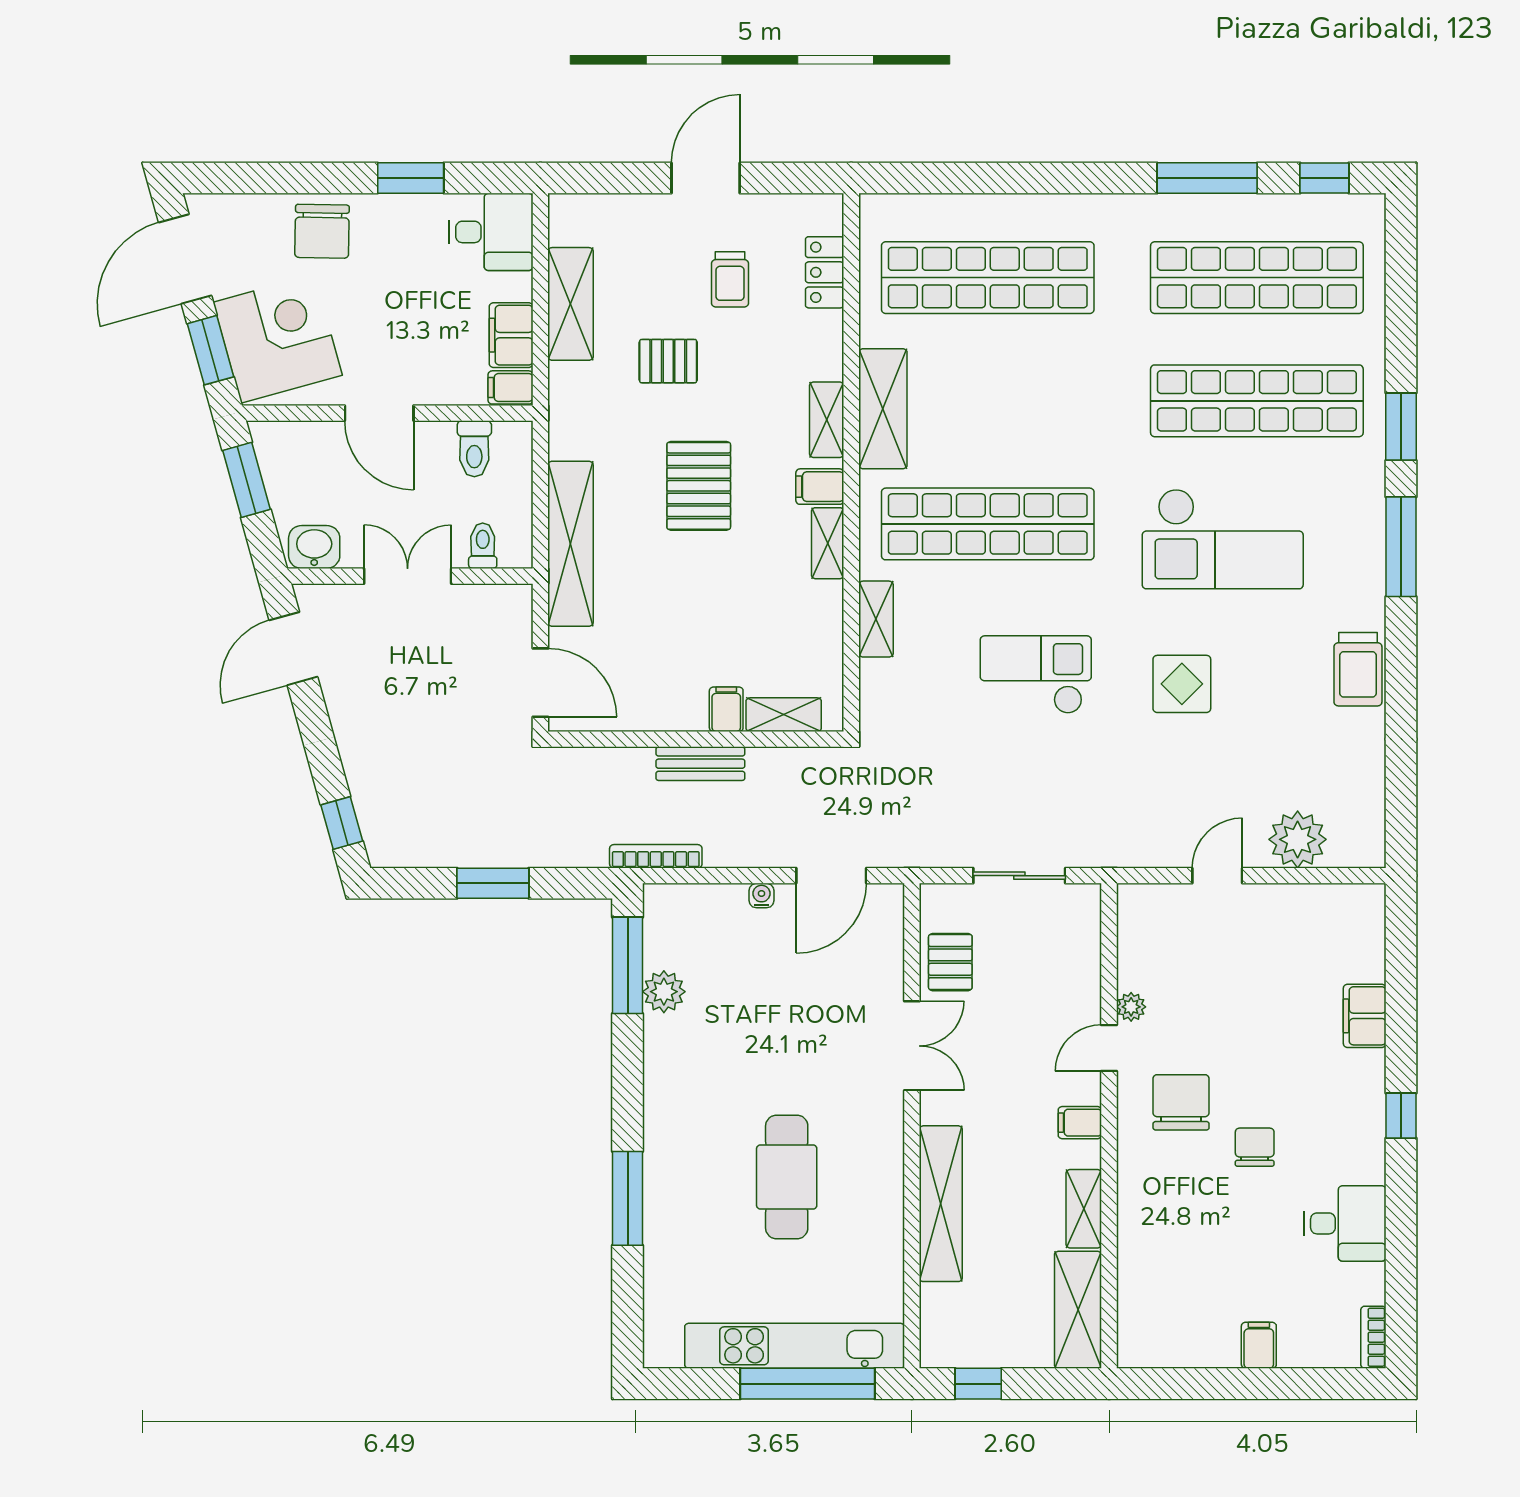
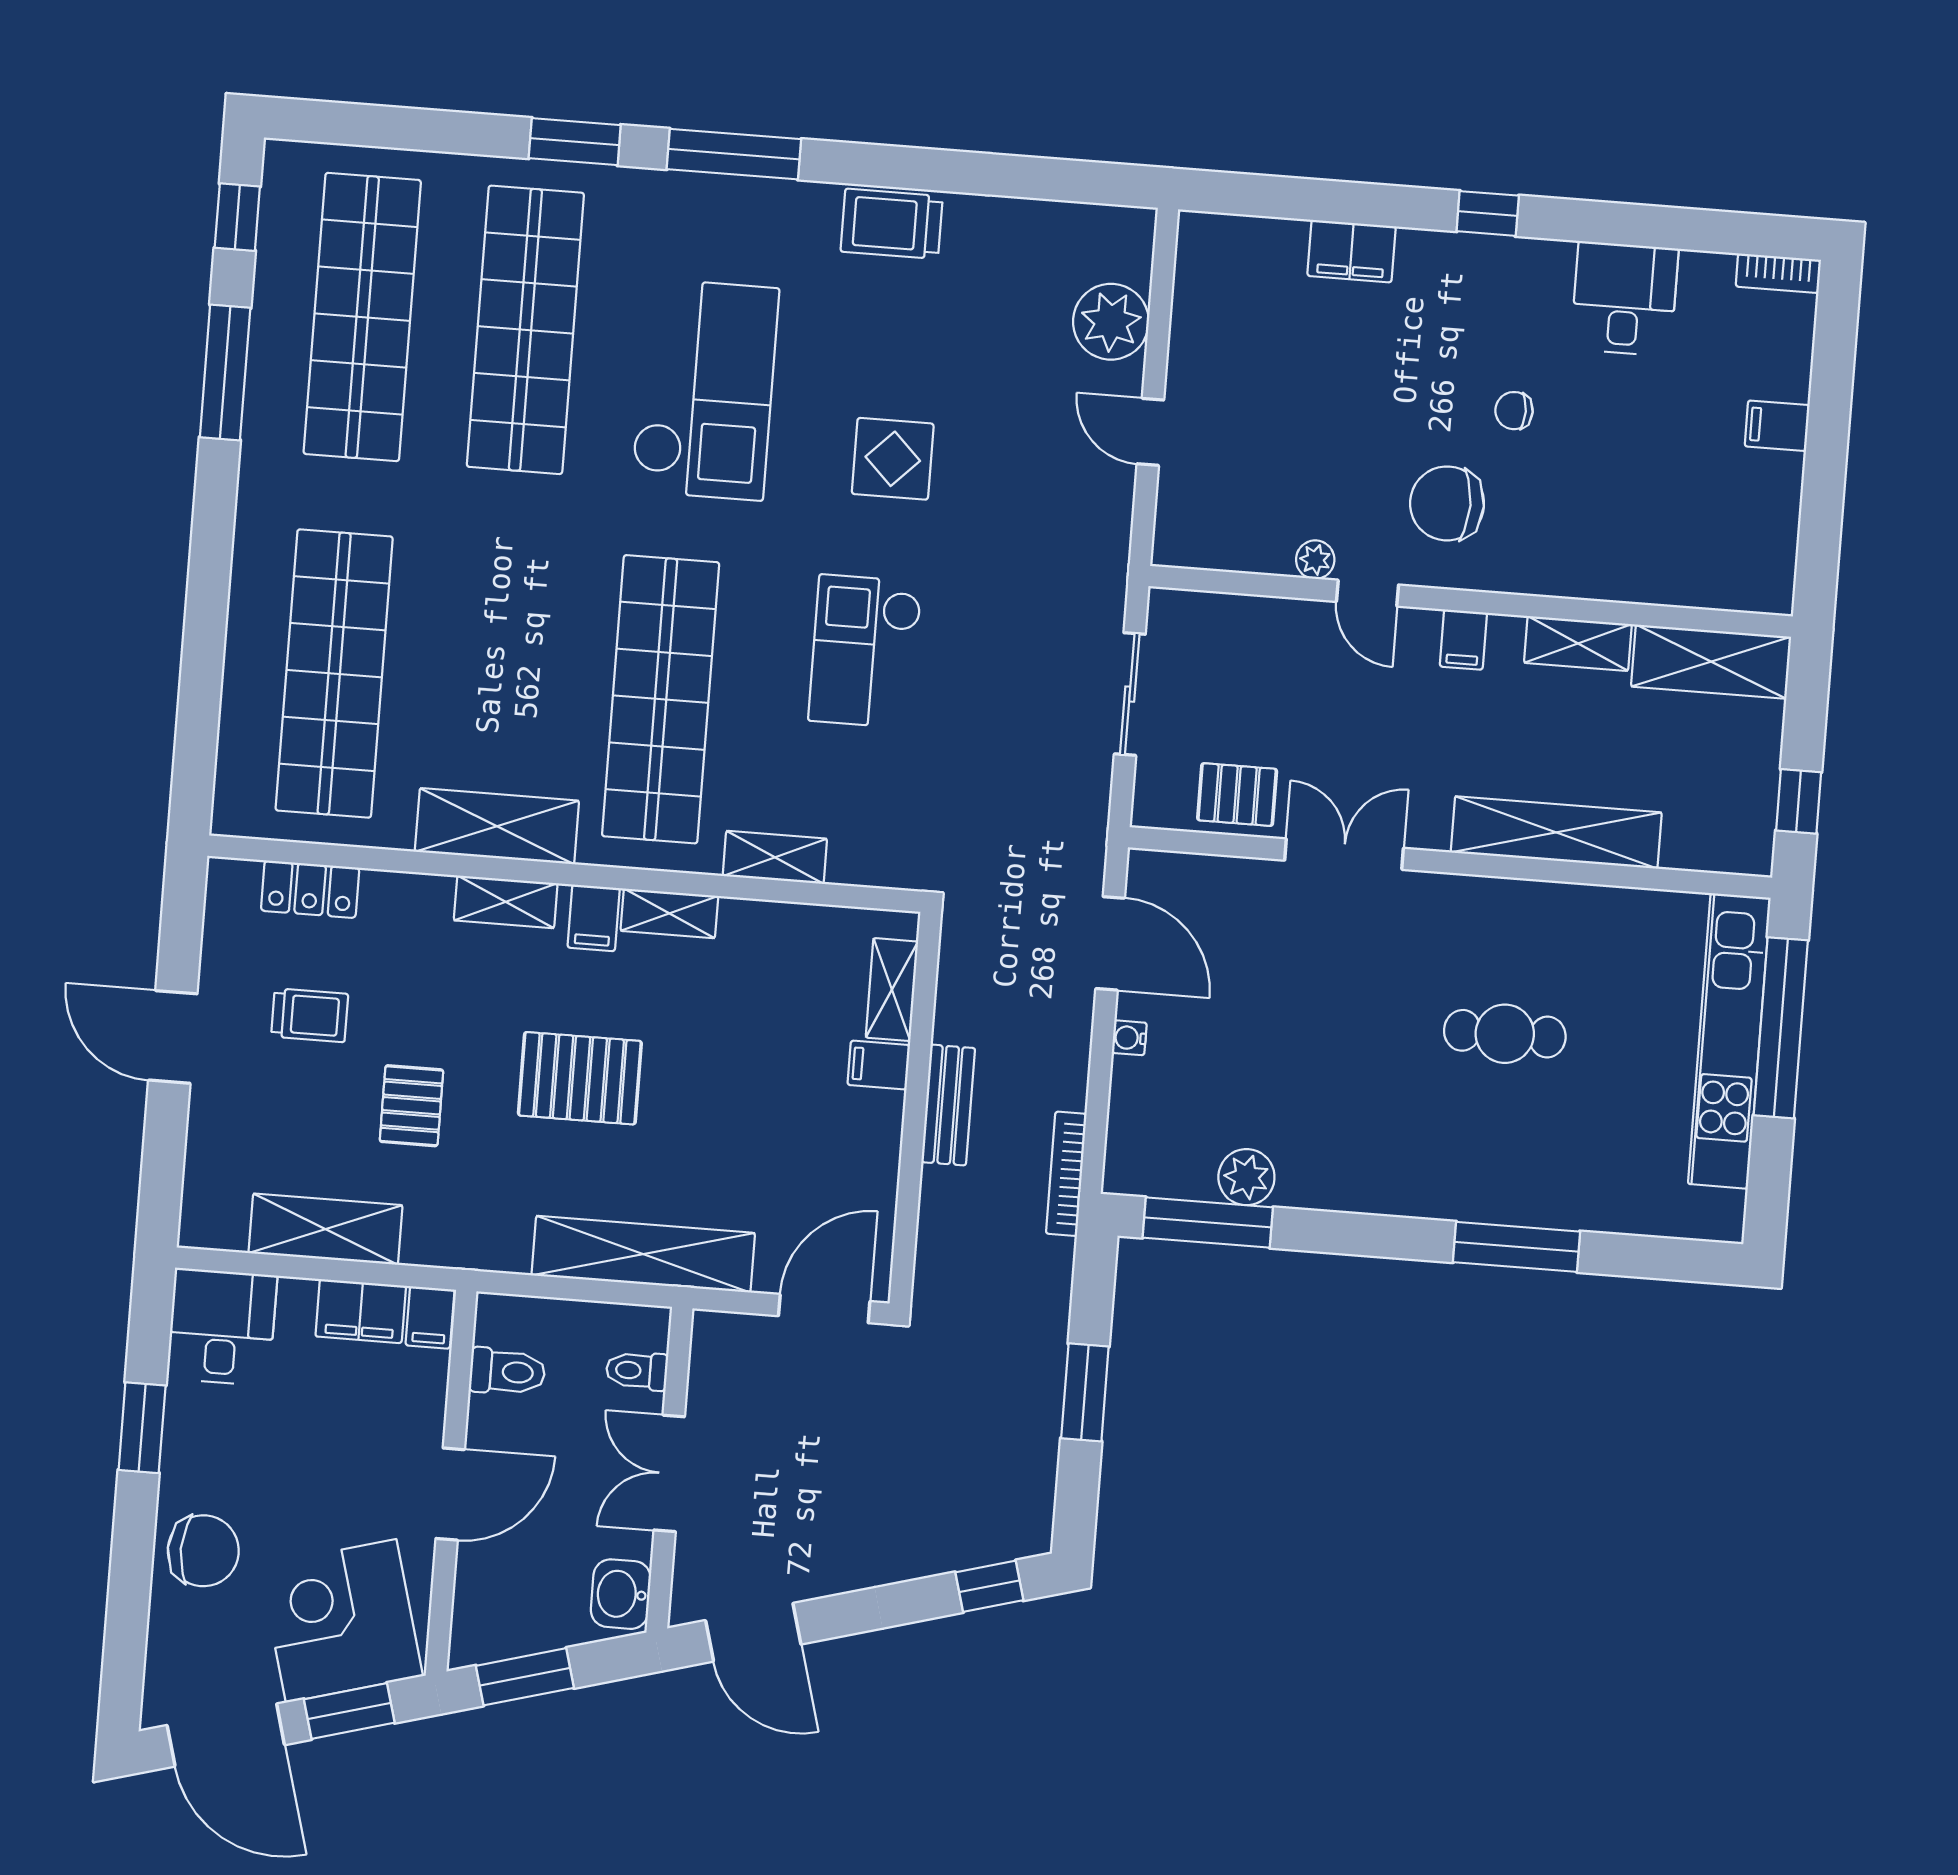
trolley: (1358, 669) -> (892, 224), turned 180
chair: (1255, 1147) -> (1514, 411), width x0.73, depth x0.73
cafe table: (787, 1177) -> (1505, 1034), width x0.73, depth x0.74

